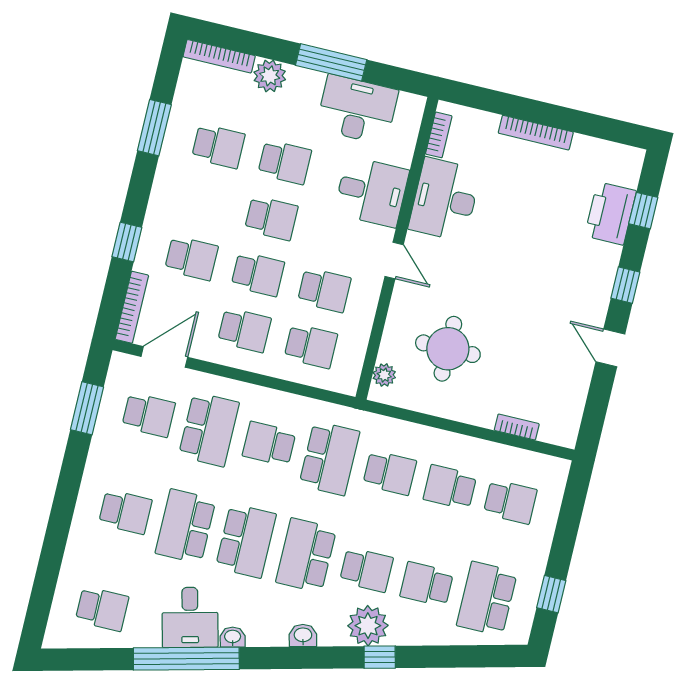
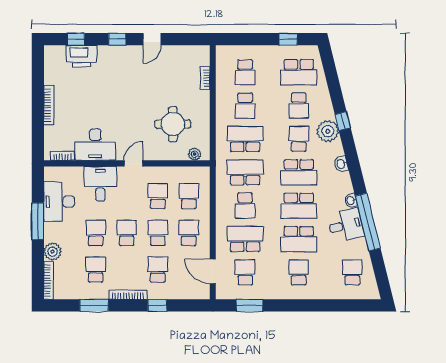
bookcase: (132, 307) -> (128, 295), moved
school desk: (390, 473) -> (245, 139), width x1.85
school desk: (510, 502) -> (245, 72), turned 180
school desk: (246, 541) -> (299, 206), turned 180

